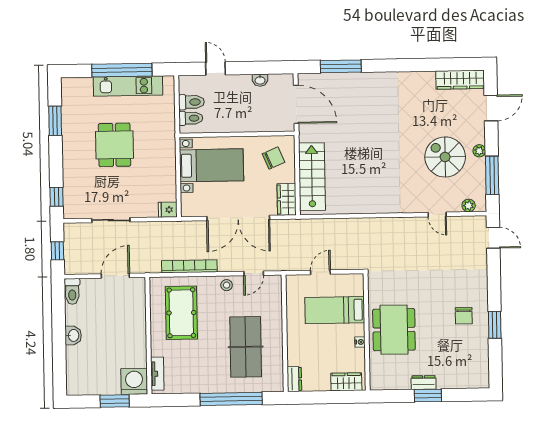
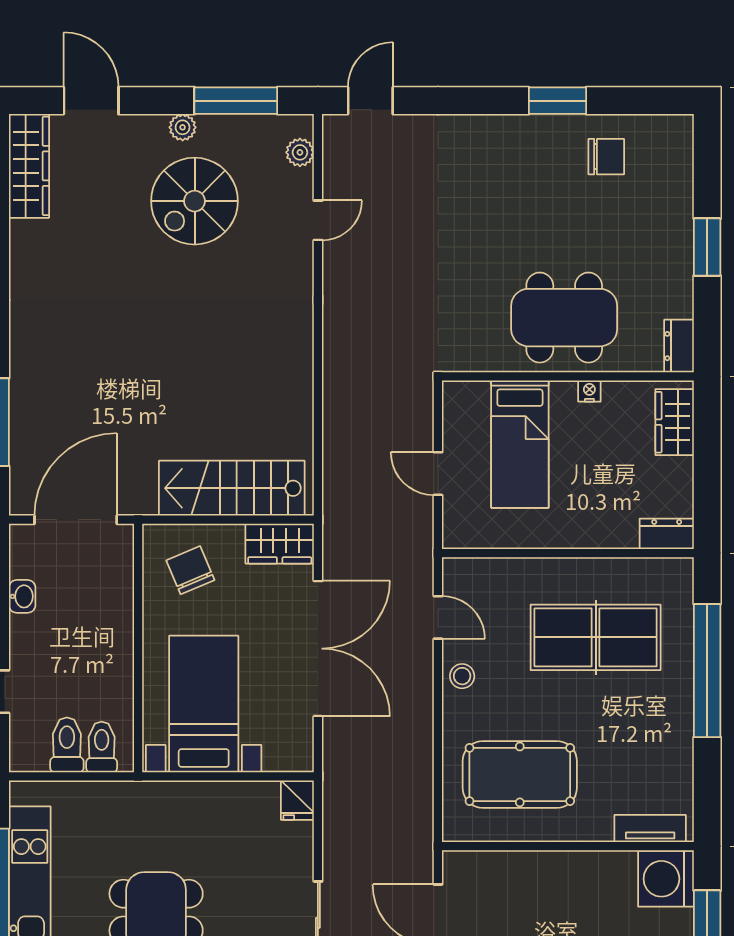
bookcase: (189, 266) -> (420, 756), removed
chair: (464, 316) -> (606, 157), moved
dresser: (424, 382) -> (679, 346), moved

